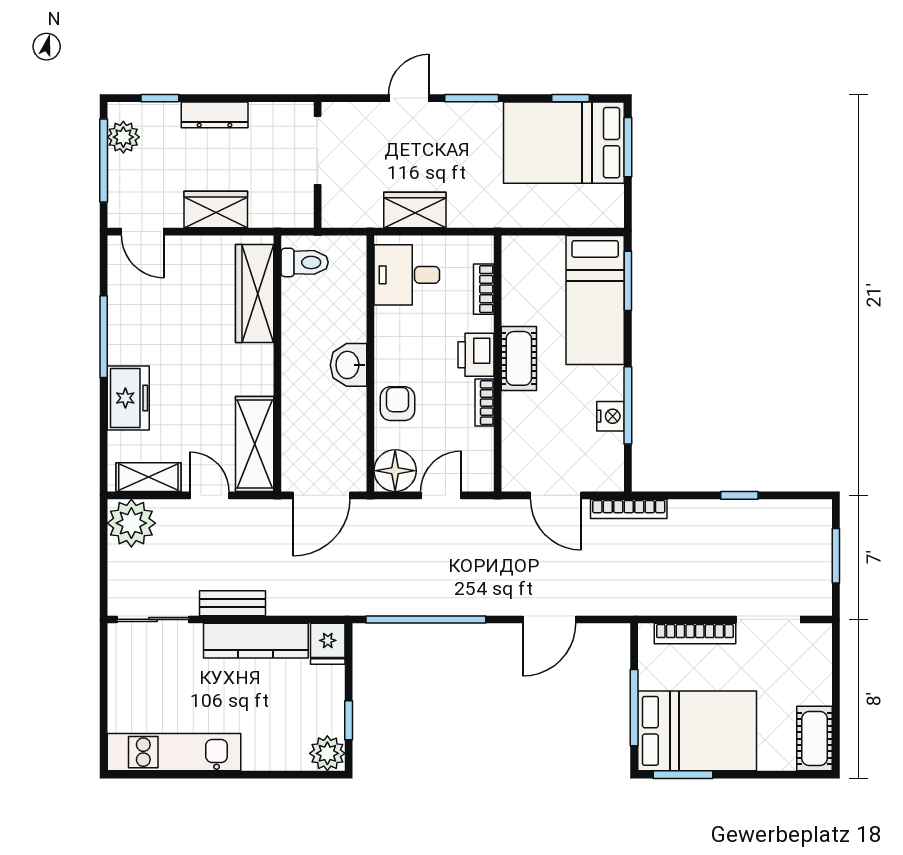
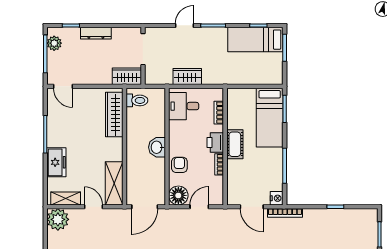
bed: (564, 143) -> (255, 40), width x0.67
wardrobe: (216, 210) -> (127, 76), moved
nightstand: (610, 416) -> (277, 198), moved

